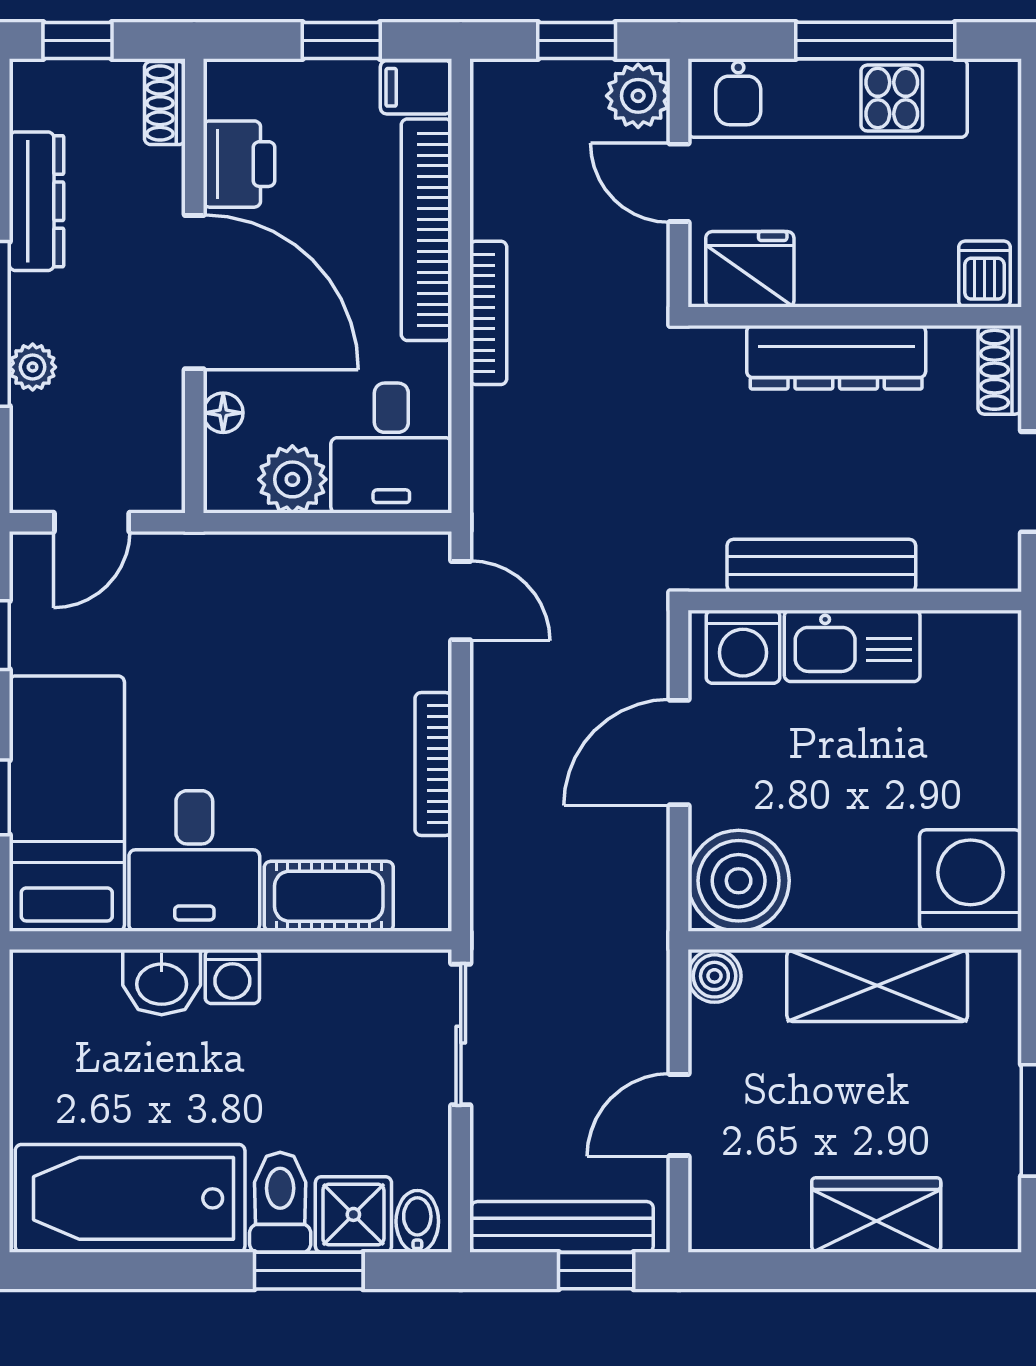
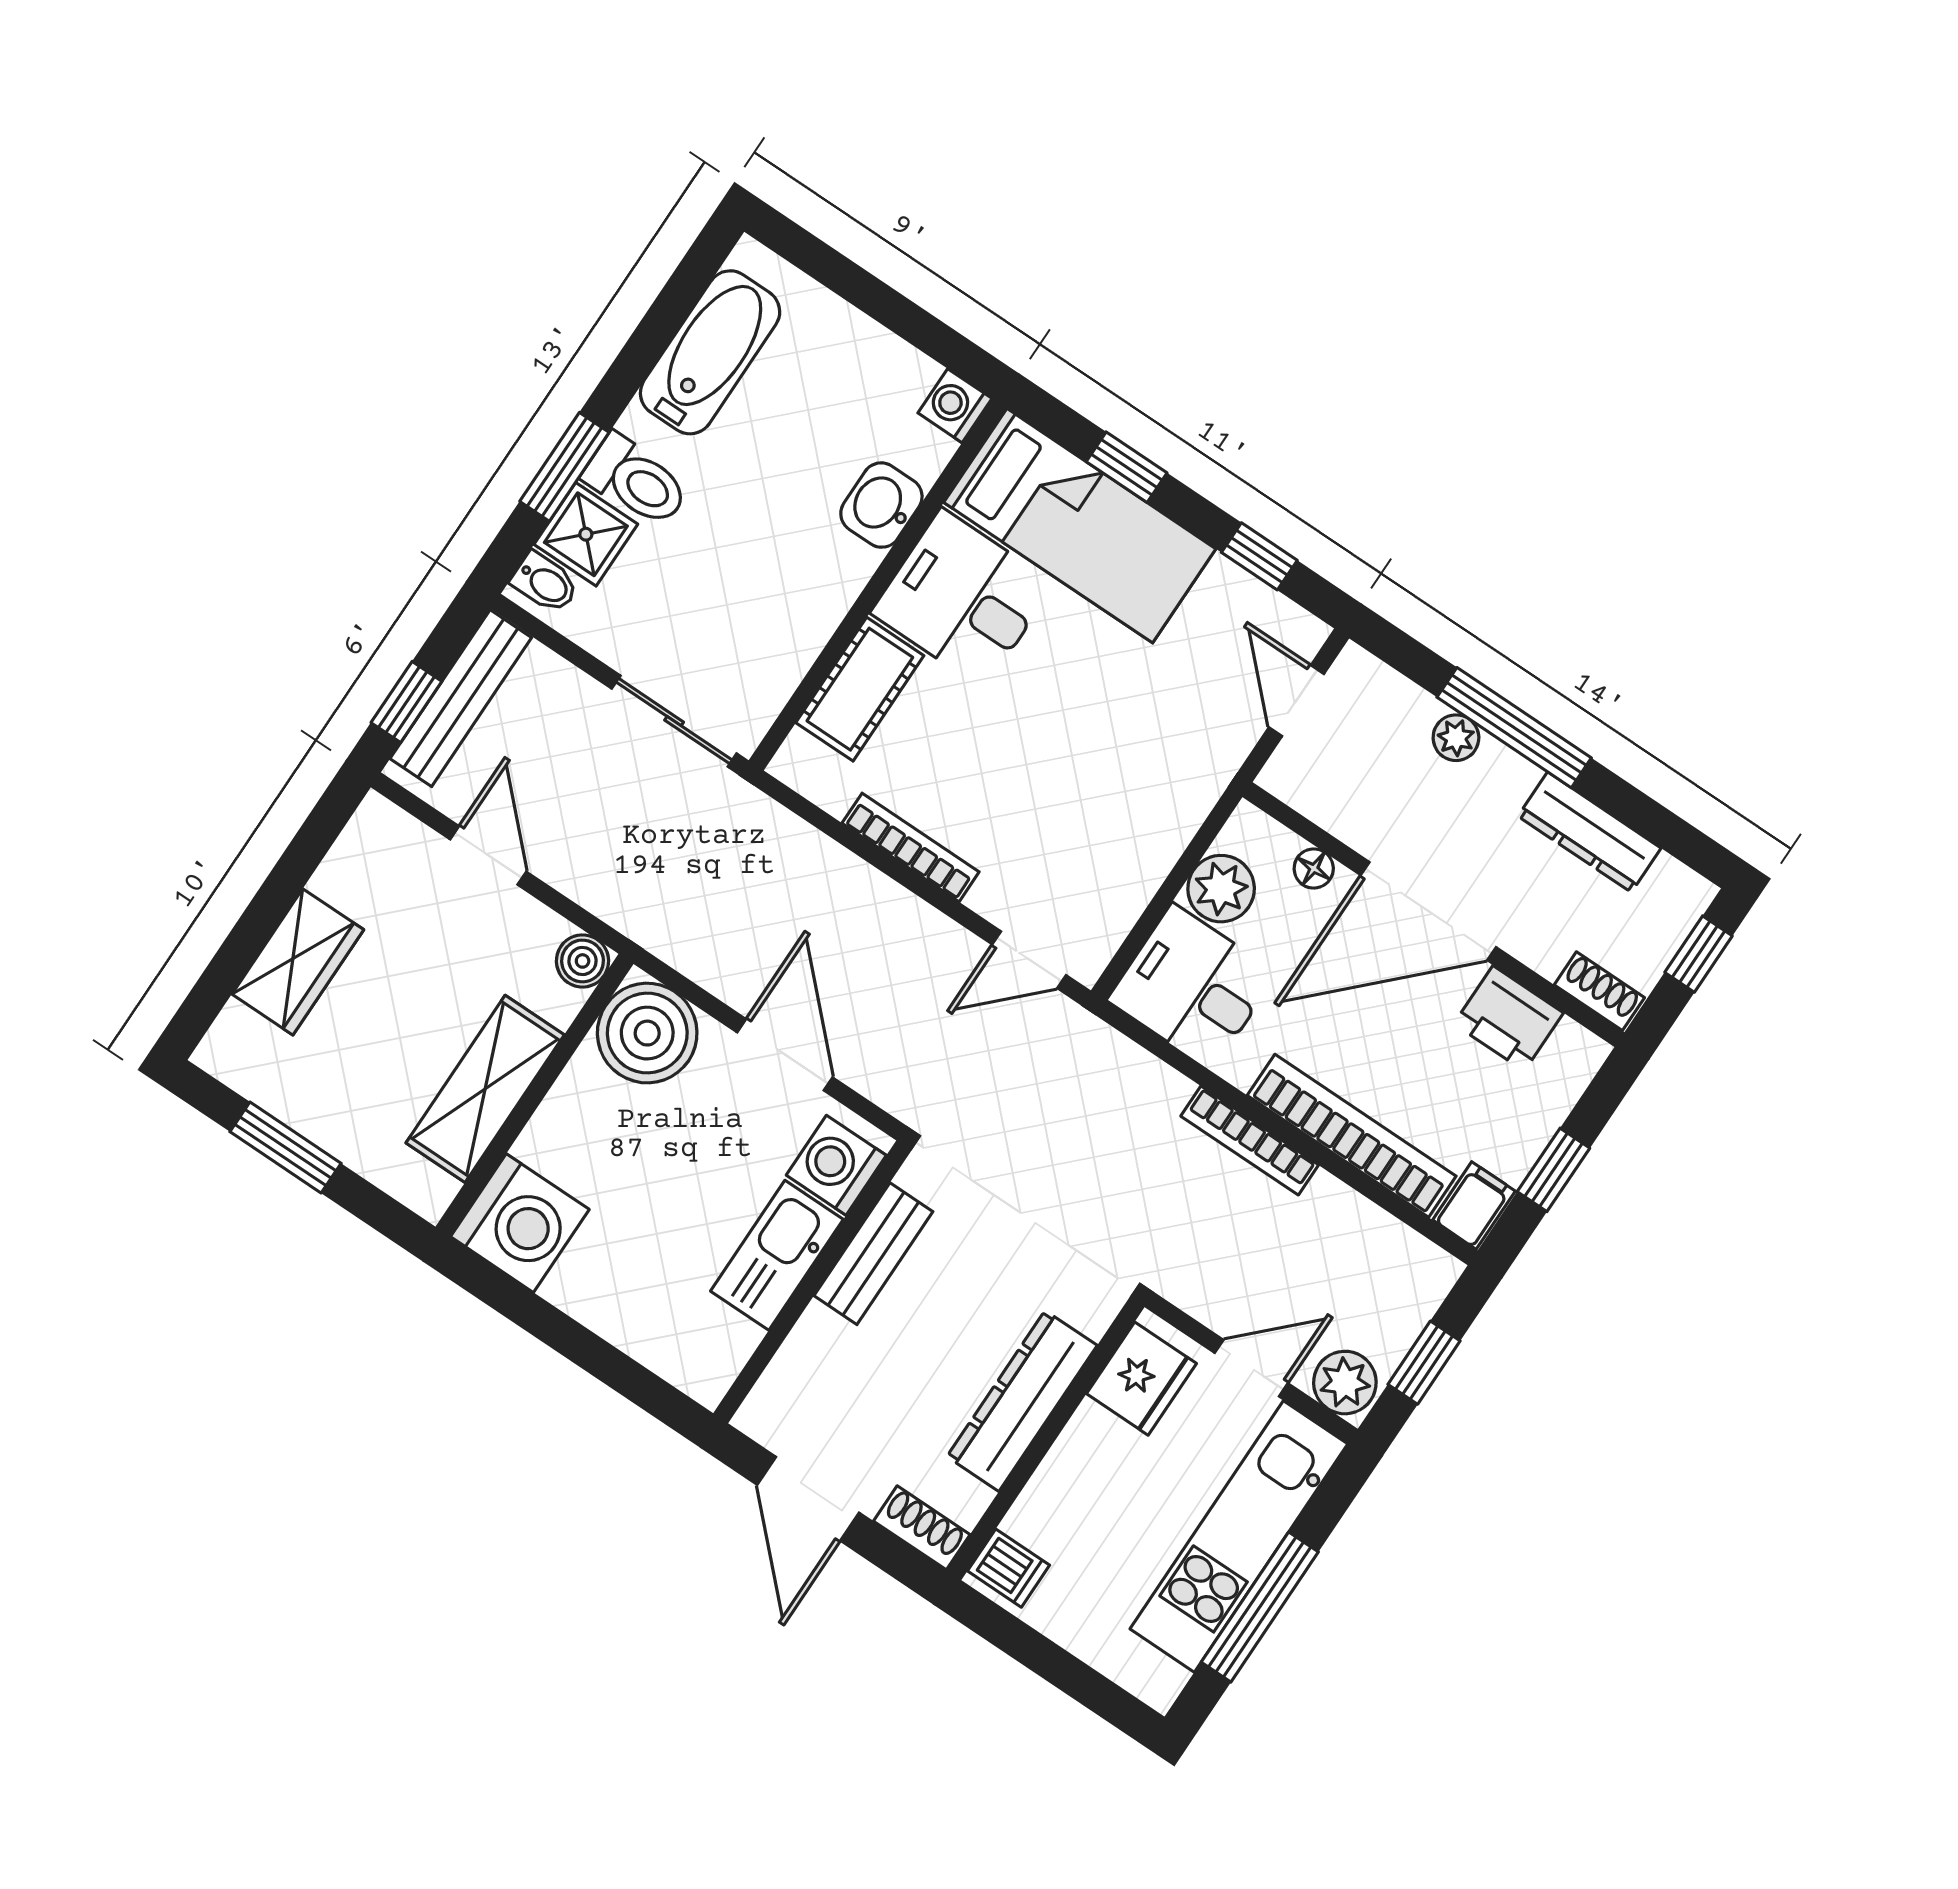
bench: (821, 566) -> (873, 1254), width x0.73
washing machine: (232, 977) -> (955, 406), moved
bathtub: (130, 1198) -> (710, 352), width x0.73, depth x0.73

